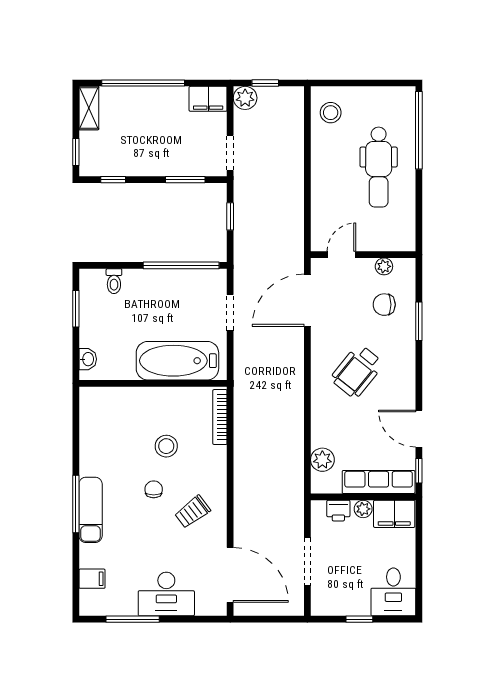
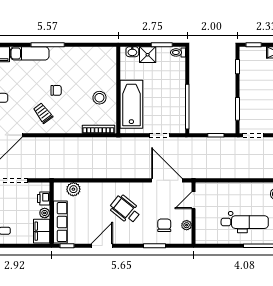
dental chair: (379, 167) -> (245, 222), turned 180
door: (341, 255) -> (193, 200), swing flipped
toilet: (114, 281) -> (178, 52), moved
shower: (93, 333) -> (148, 55), added
door: (419, 429) -> (102, 246), moved
stool: (166, 446) -> (99, 98), moved
exam couch: (91, 510) -> (30, 53), moved

